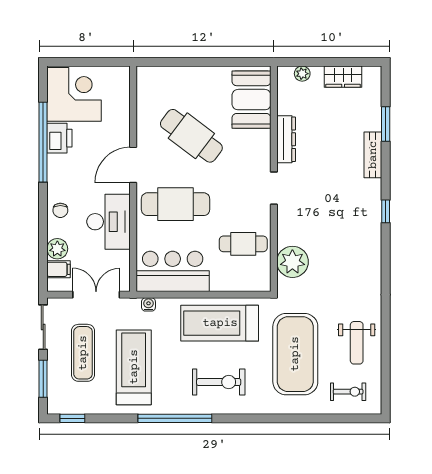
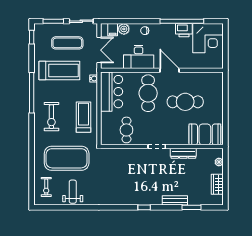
cafe table: (191, 136) -> (185, 102), turned 53
plant: (292, 262) -> (117, 157), removed
treadmill: (220, 323) -> (83, 117), width x0.73, depth x0.73
weight bench: (357, 343) -> (73, 192), turned 90

